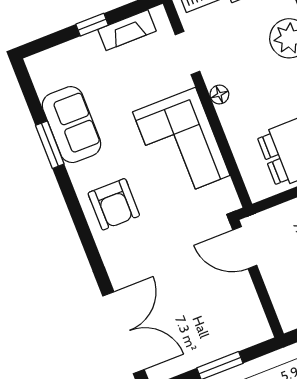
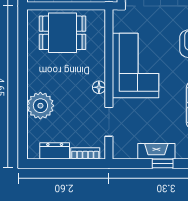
fireplace: (127, 30) -> (156, 151), moved

